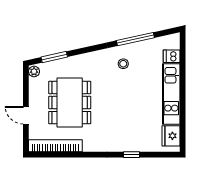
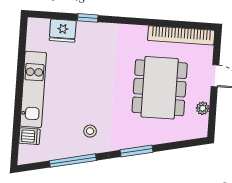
window: (54, 57) -> (137, 151), moved
plant: (34, 72) -> (203, 108), moved
fridge: (171, 136) -> (63, 31), moved, turned 90

